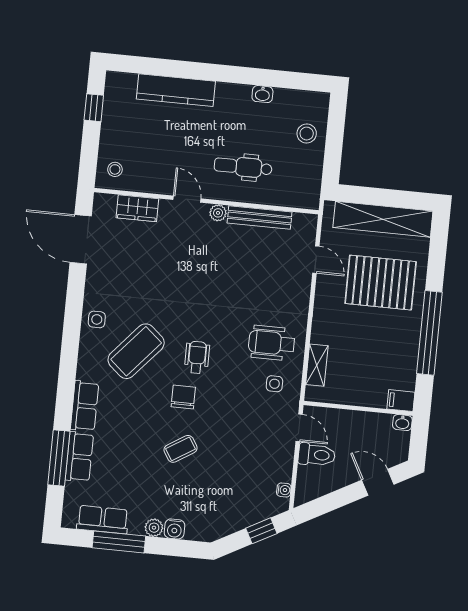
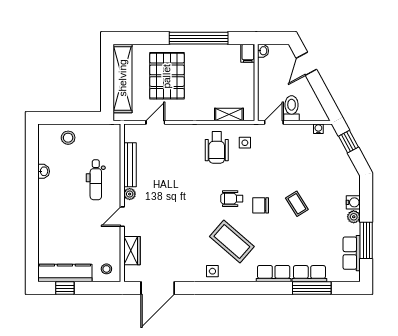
kitchen counter: (176, 90) -> (65, 273), moved, turned -90

